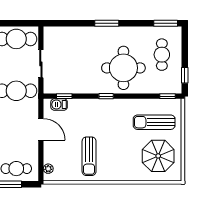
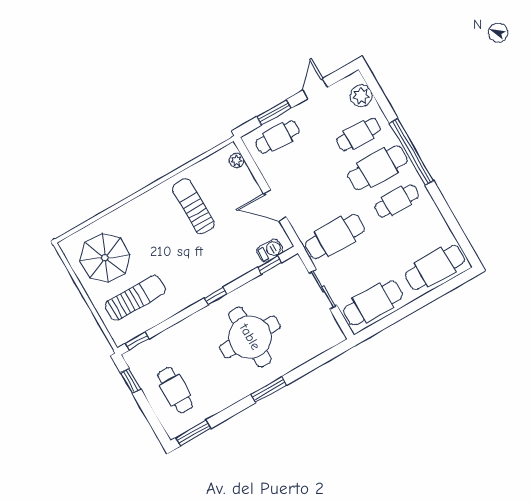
round table: (123, 68) -> (250, 337), moved

